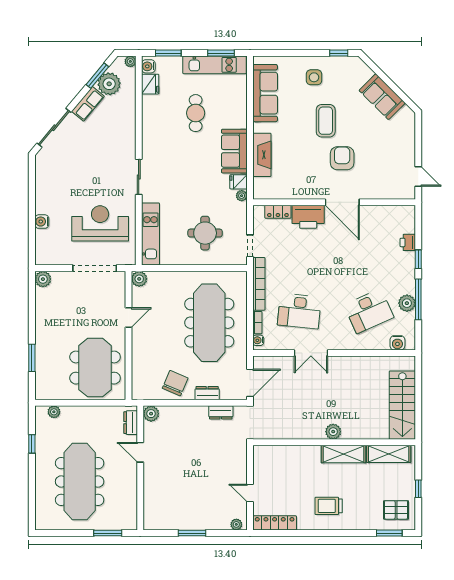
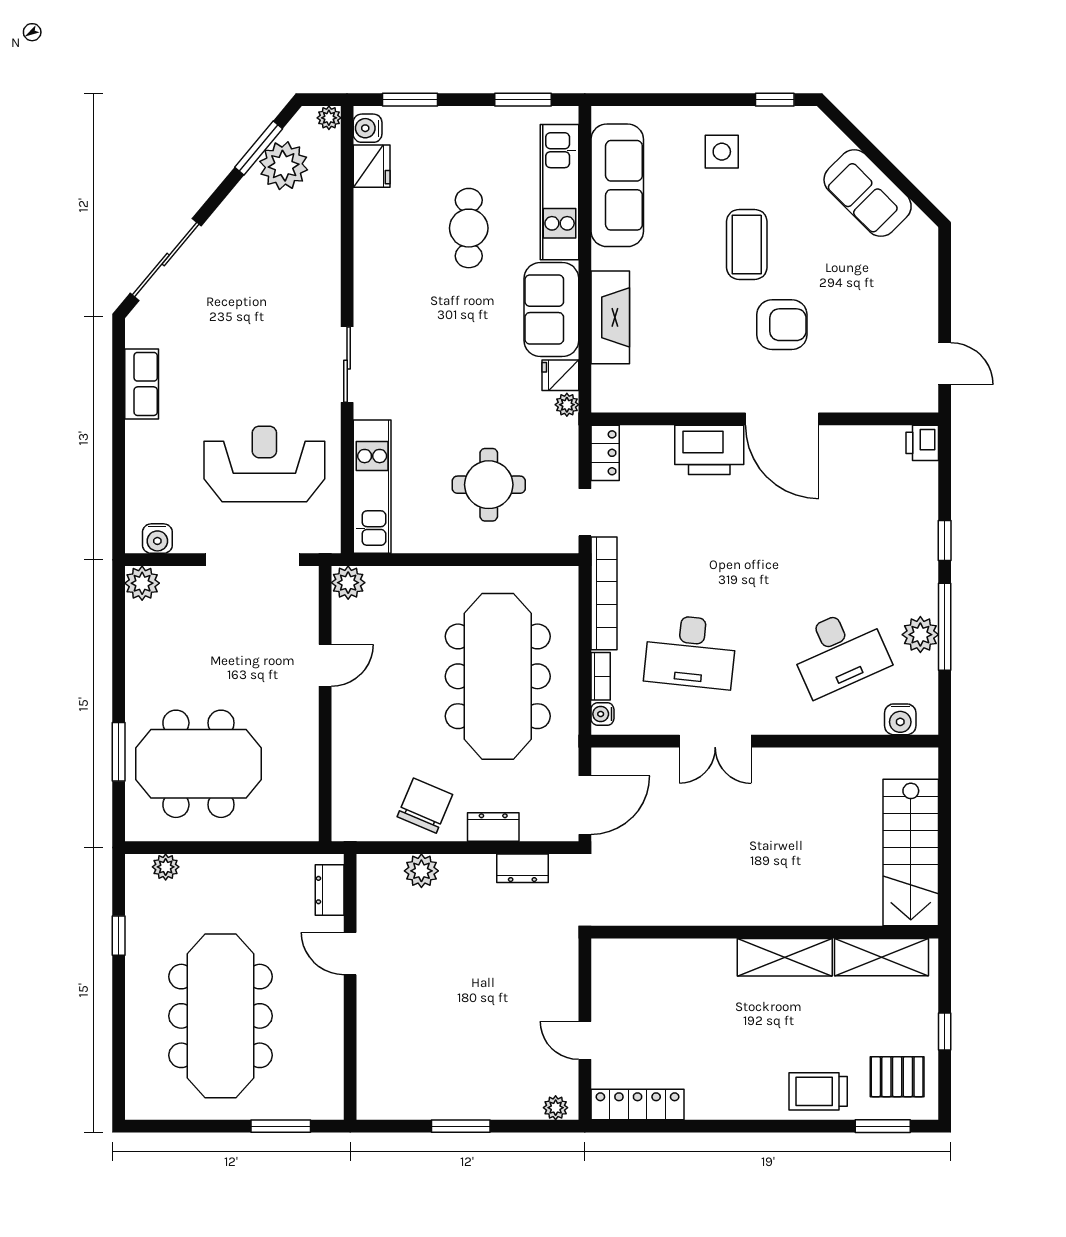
kitchen unit: (215, 65) -> (560, 192), moved, turned 90
row of seats: (88, 104) -> (142, 384), moved, turned -40
armchair: (342, 158) -> (782, 325), turned 90
locker: (278, 212) -> (605, 453), moved, turned -90
water cooler: (42, 222) -> (157, 539), moved, turned -90
printer: (408, 242) -> (922, 443), moved
meeting table: (95, 368) -> (198, 764), moved, turned 90
plant: (151, 414) -> (421, 871), moved
plant: (333, 432) -> (763, 909), removed
trolley: (329, 506) -> (818, 1091), moved

